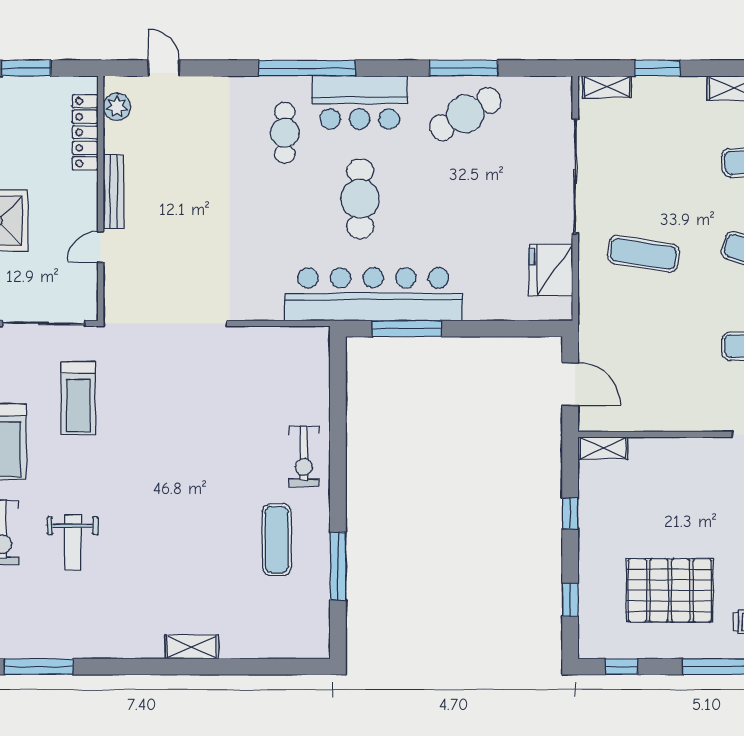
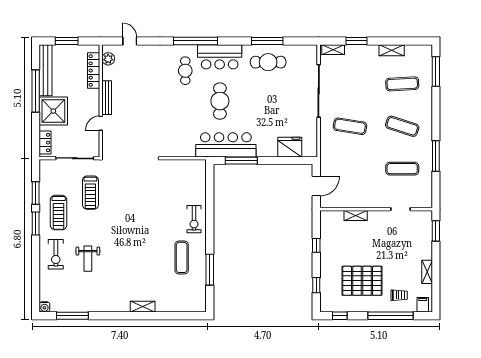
cafe table: (465, 114) -> (268, 62), turned 30
fridge: (551, 270) -> (290, 147), moved, turned 90
bar counter: (373, 294) -> (226, 145), width x0.73
door: (570, 384) -> (316, 186), hinge flipped
shelving: (603, 448) -> (356, 215), moved

